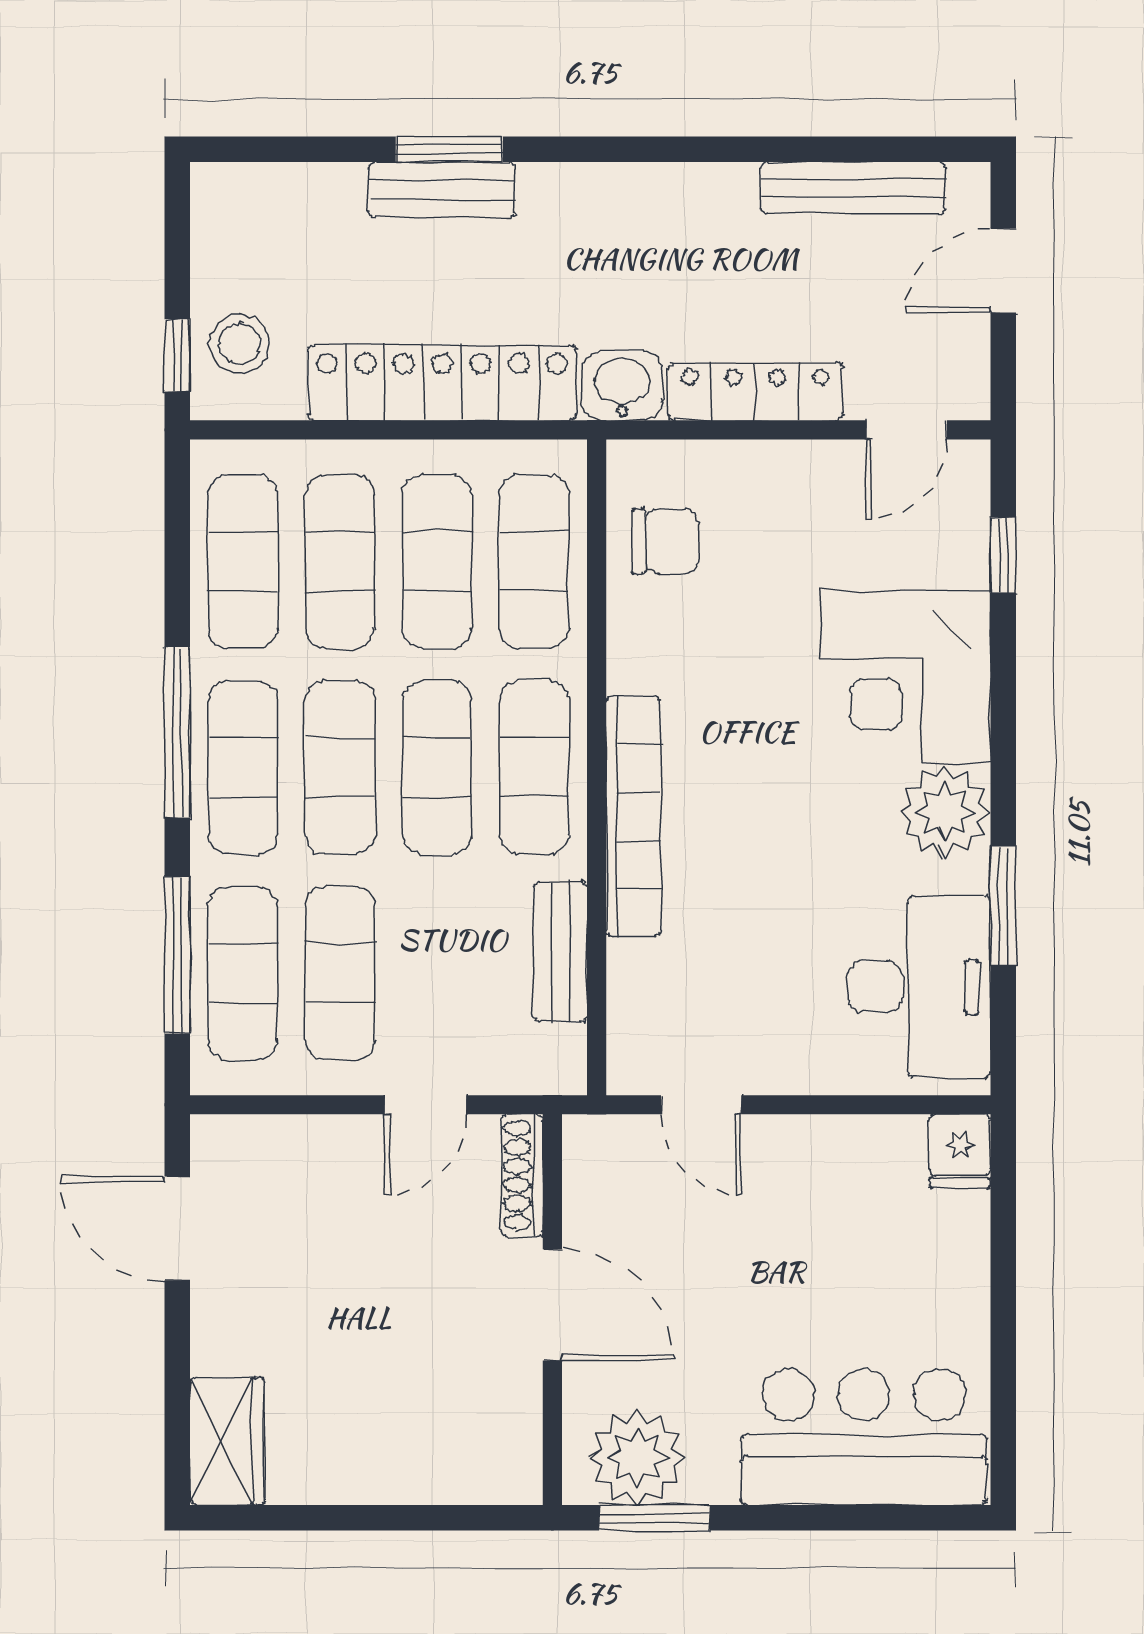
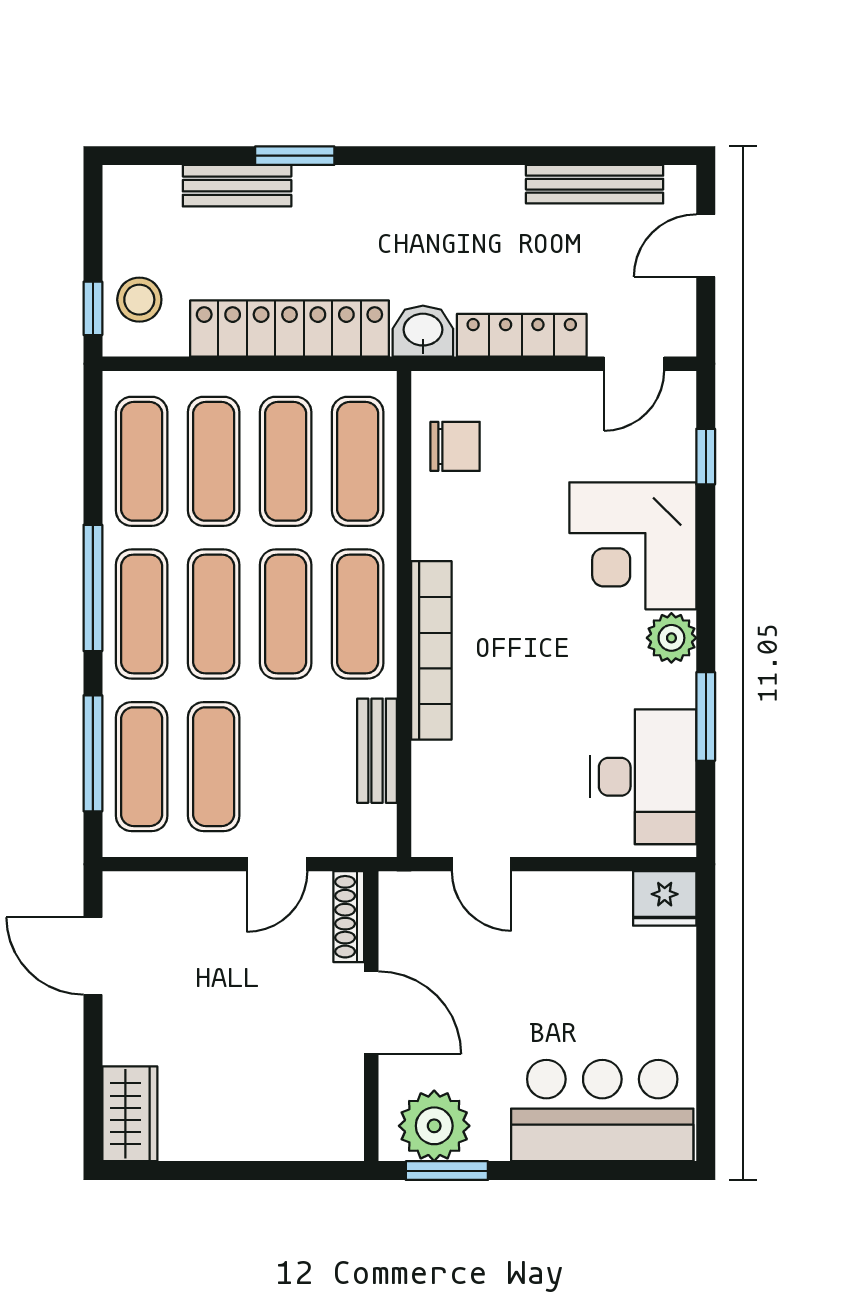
bench: (442, 190) -> (237, 186), moved
plant: (945, 812) -> (671, 638), width x0.73, depth x0.73
fridge: (960, 1151) -> (665, 898), width x1.38

